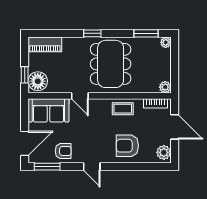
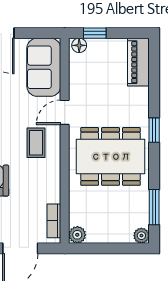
floor lamp: (38, 81) -> (79, 45), width x0.53, depth x0.53
coffee table: (123, 109) -> (36, 143), moved

